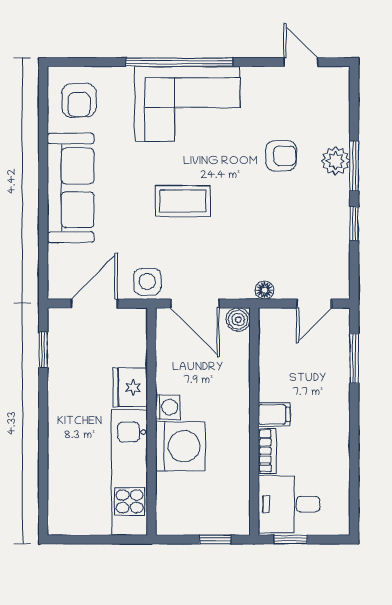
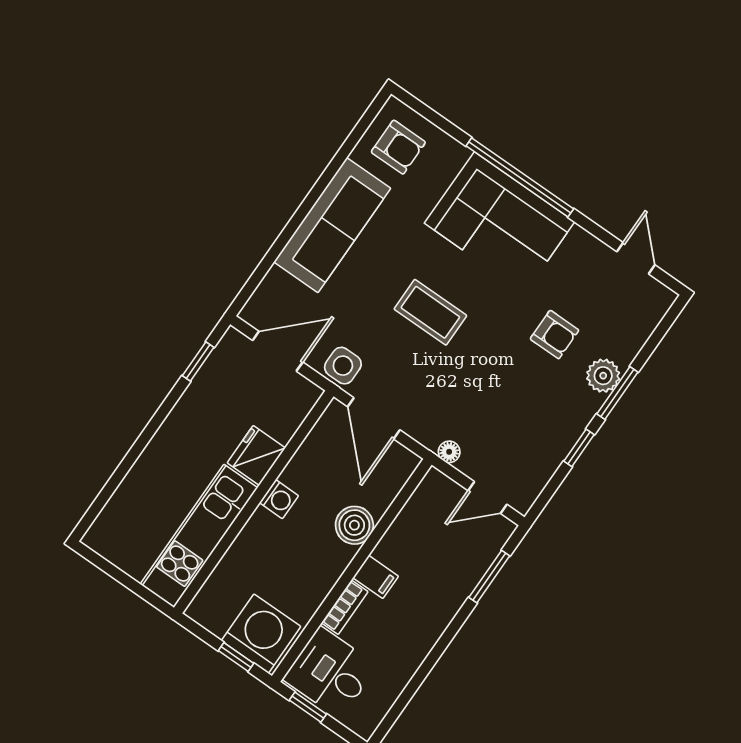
armchair: (79, 100) -> (398, 147), turned -90
boiler: (238, 320) -> (354, 525), moved, width x1.36, depth x1.36
washing machine: (180, 446) -> (261, 634), moved, turned -90

